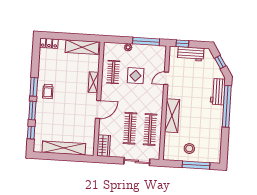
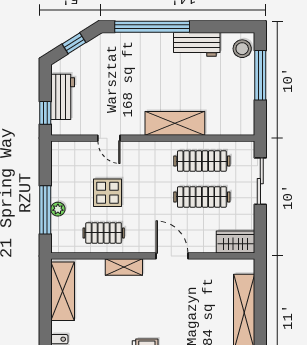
window: (146, 41) -> (45, 210), moved
workbench: (218, 92) -> (197, 44), moved
stool: (189, 149) -> (242, 49), moved

